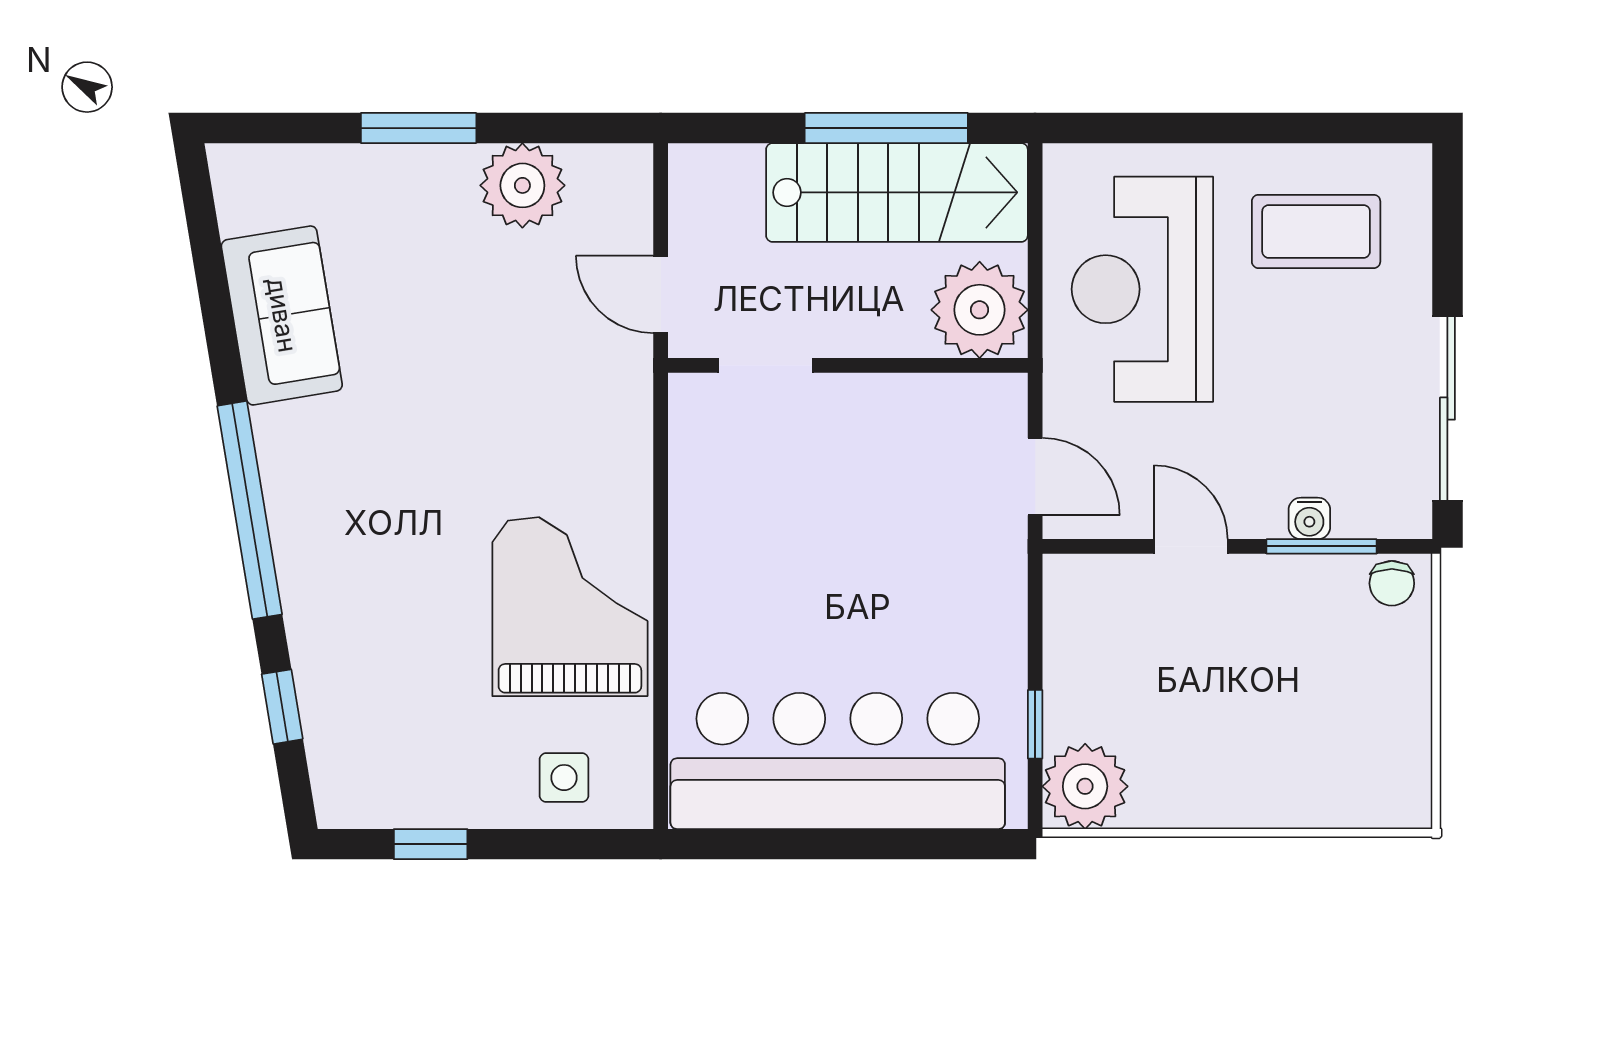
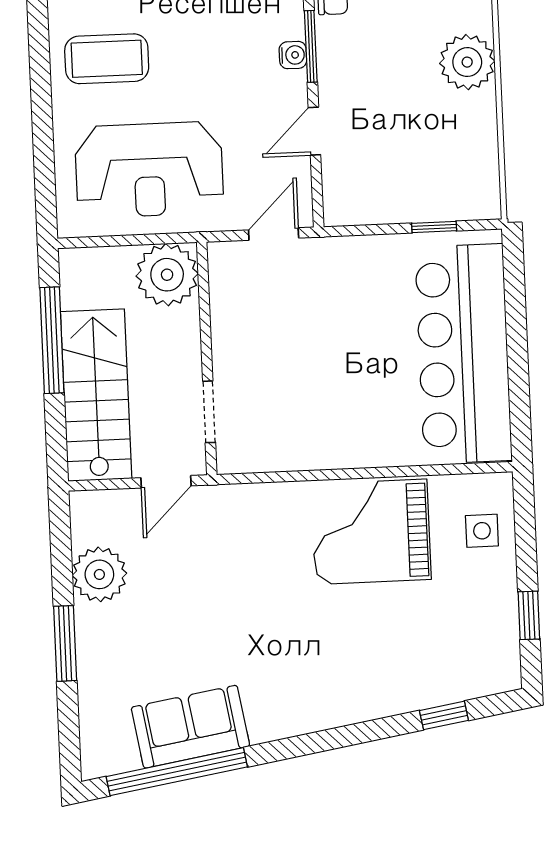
stairs: (897, 192) -> (96, 395), moved
coffee table: (1316, 231) -> (107, 59), turned 90
window: (250, 510) -> (177, 772), moved
plant: (1085, 786) -> (467, 62), moved

